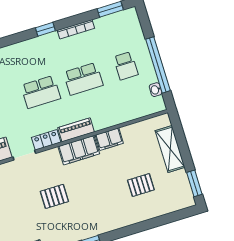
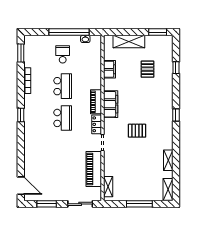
window: (45, 29) -> (21, 115), moved
school desk: (126, 66) -> (63, 54), turned -90
filing cabinet: (109, 139) -> (109, 69), moved
pallet: (54, 196) -> (137, 131), turned 90
window: (155, 222) -> (176, 68), added

